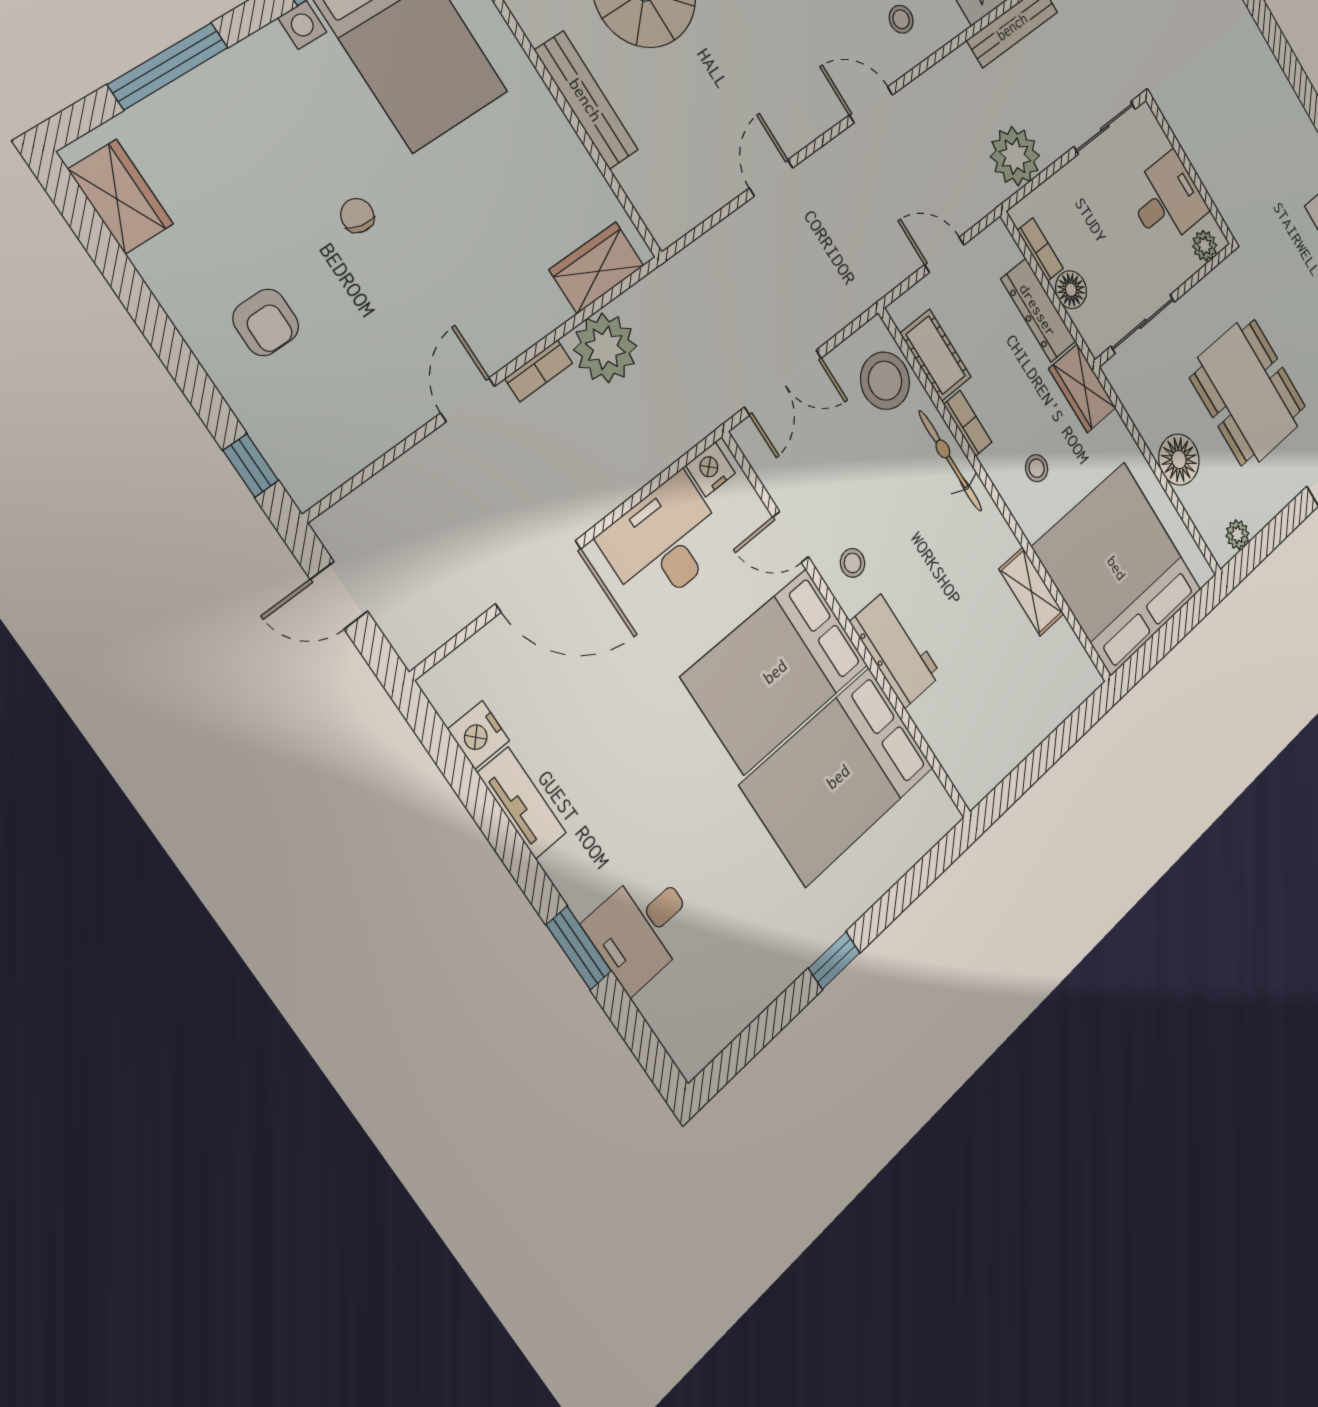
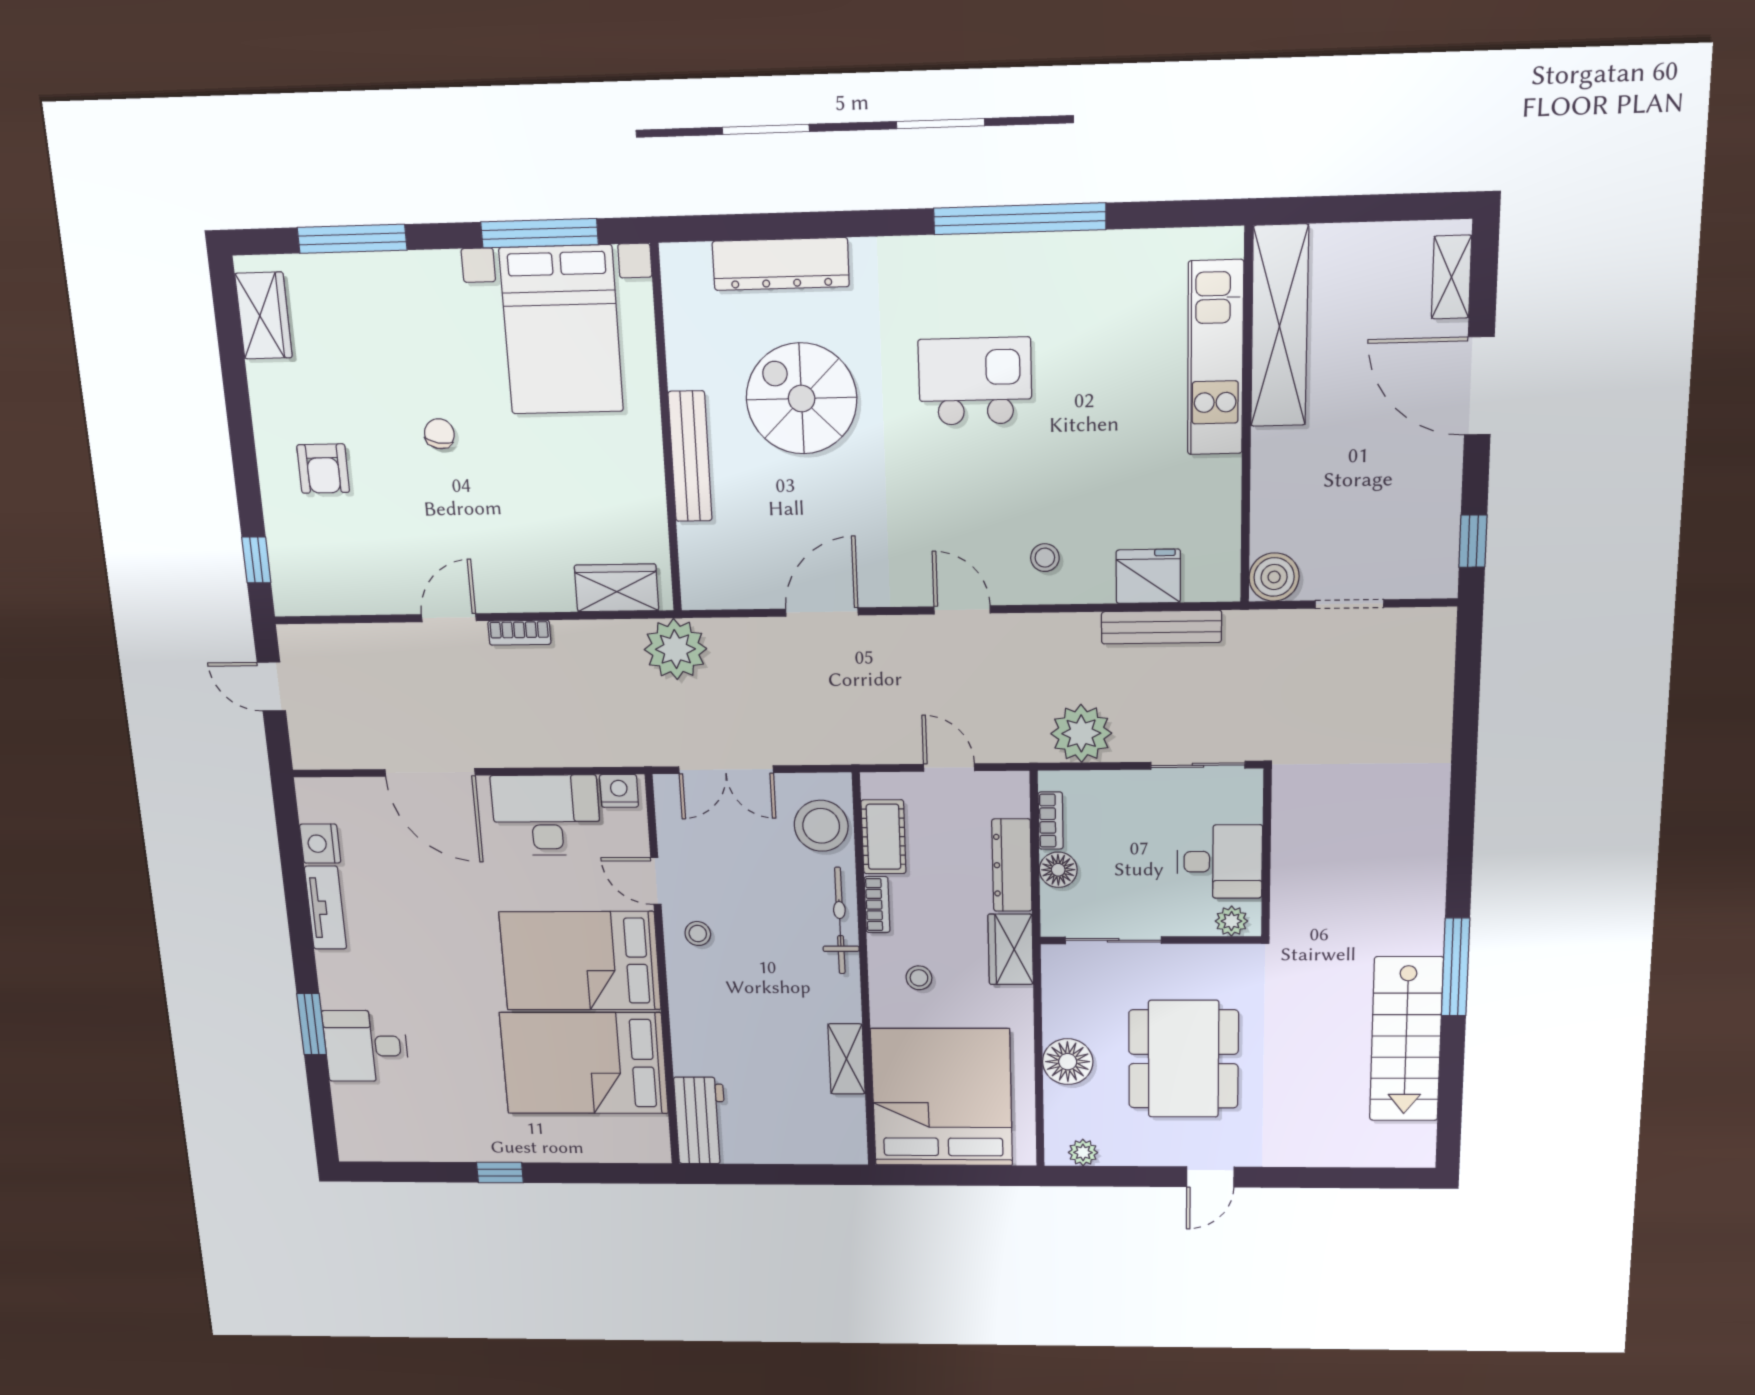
door: (771, 178) -> (822, 612), width x1.38
plant: (605, 348) -> (675, 649), moved
workbench: (896, 649) -> (701, 1121), moved

